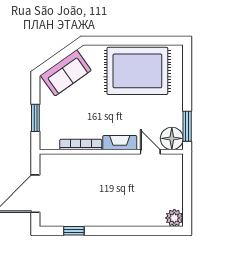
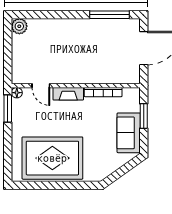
sofa: (66, 73) -> (129, 133), moved, turned -55
floor lamp: (172, 138) -> (17, 93), width x0.53, depth x0.53
window: (74, 231) -> (109, 15), width x2.17

